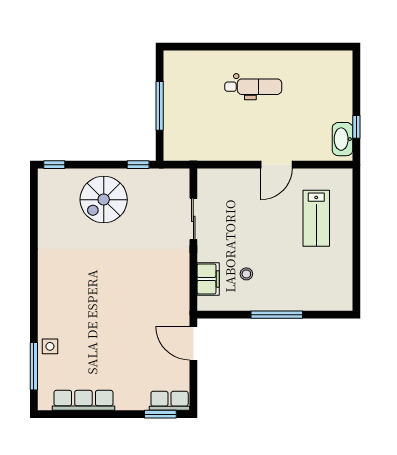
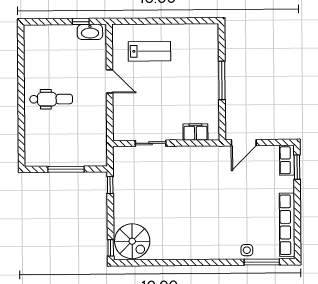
dental chair: (253, 87) -> (51, 99), turned 90
spiral stairs: (104, 200) -> (132, 241), moved
stool: (246, 274) -> (192, 103), removed
row of seats: (83, 400) -> (287, 225), width x1.36

